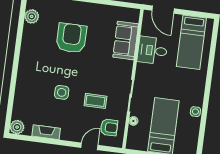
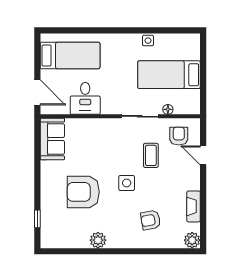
door: (163, 10) -> (37, 92), hinge flipped
plant: (32, 16) -> (98, 240), moved
sofa: (126, 41) -> (52, 139), moved, turned -90
side table: (62, 92) -> (127, 183), moved
armchair: (39, 93) -> (151, 220), added

